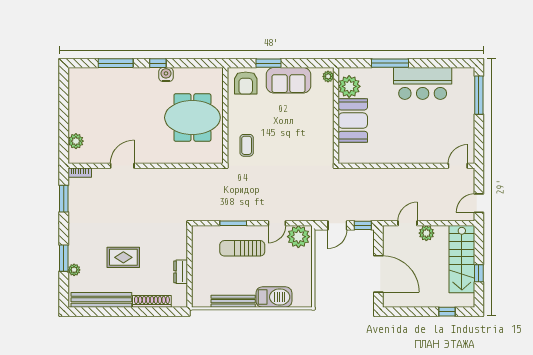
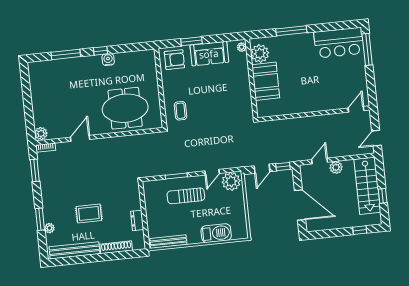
armchair: (246, 83) -> (174, 60), turned -90
bar counter: (423, 83) -> (339, 43), moved
meeting table: (192, 118) -> (125, 108), moved
plant: (76, 141) -> (41, 134), moved
bench: (233, 301) -> (168, 242), moved

